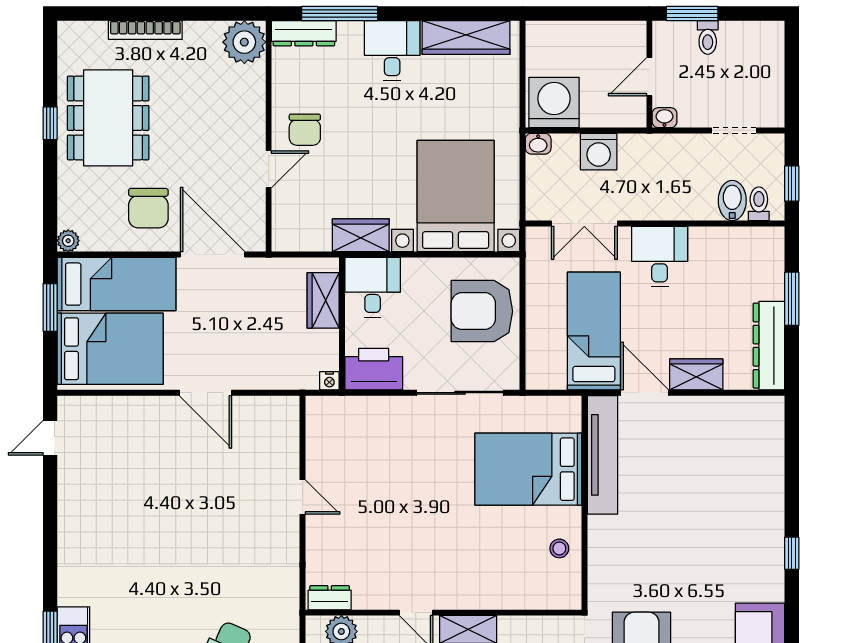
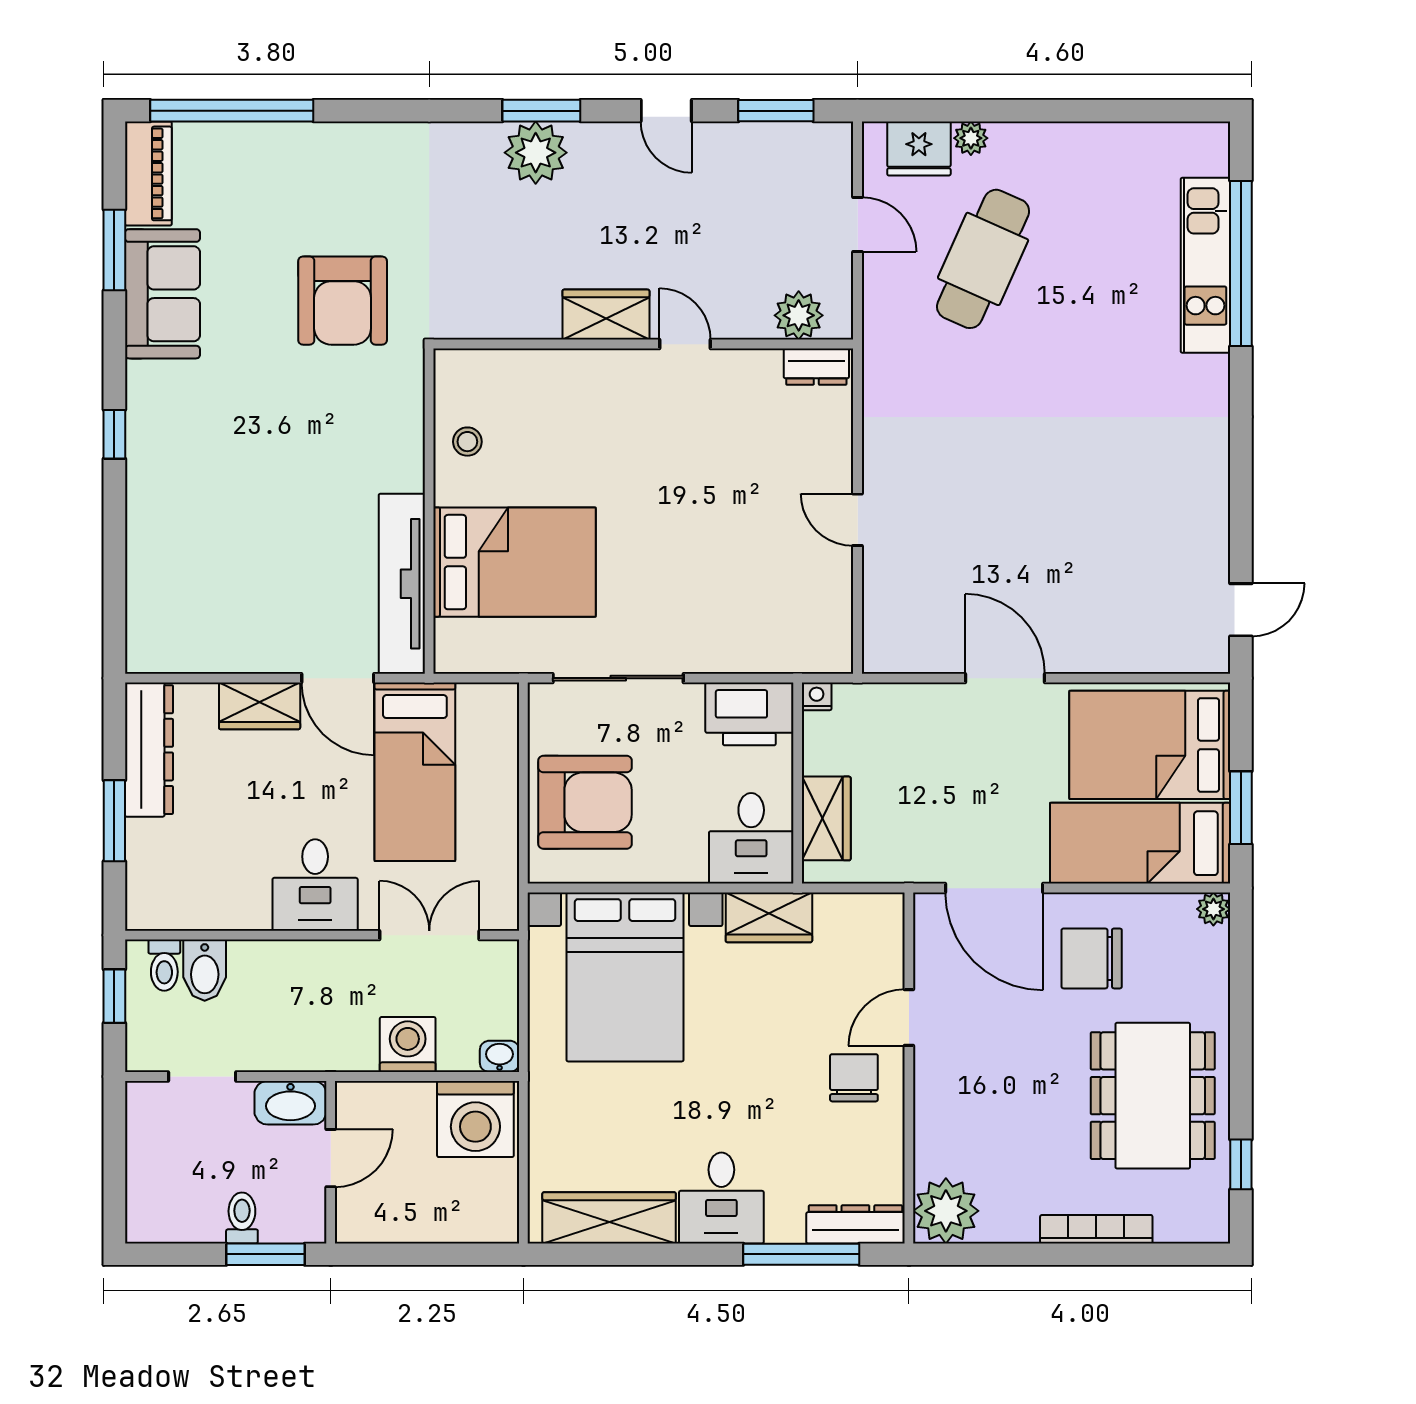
washbasin: (664, 118) -> (290, 1103), width x1.91, depth x1.45
window: (50, 123) -> (1241, 1164), moved
chair: (148, 208) -> (1092, 958), turned -90

